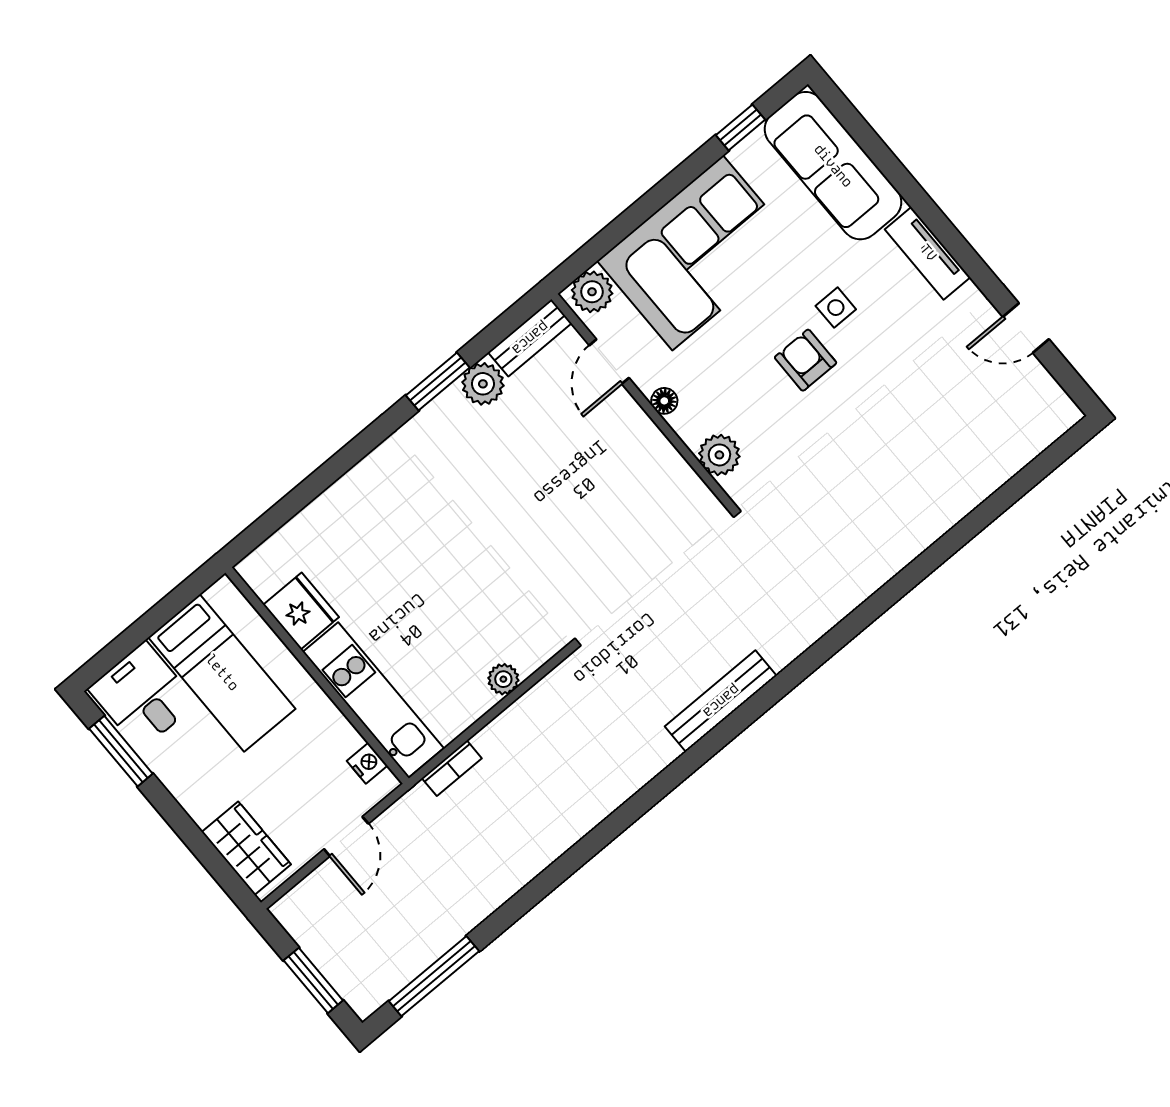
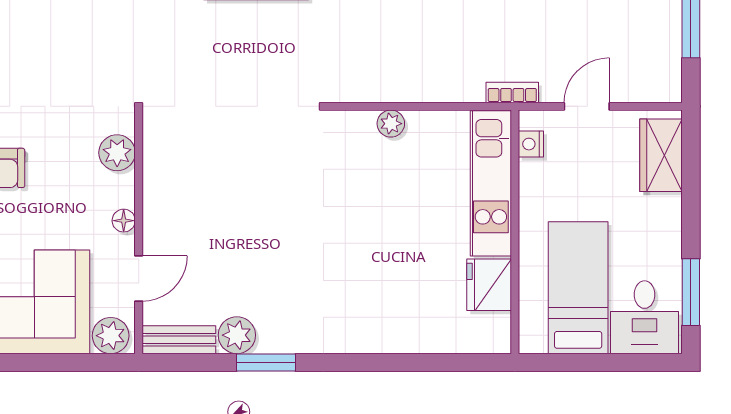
bookcase: (452, 768) -> (512, 93), moved

